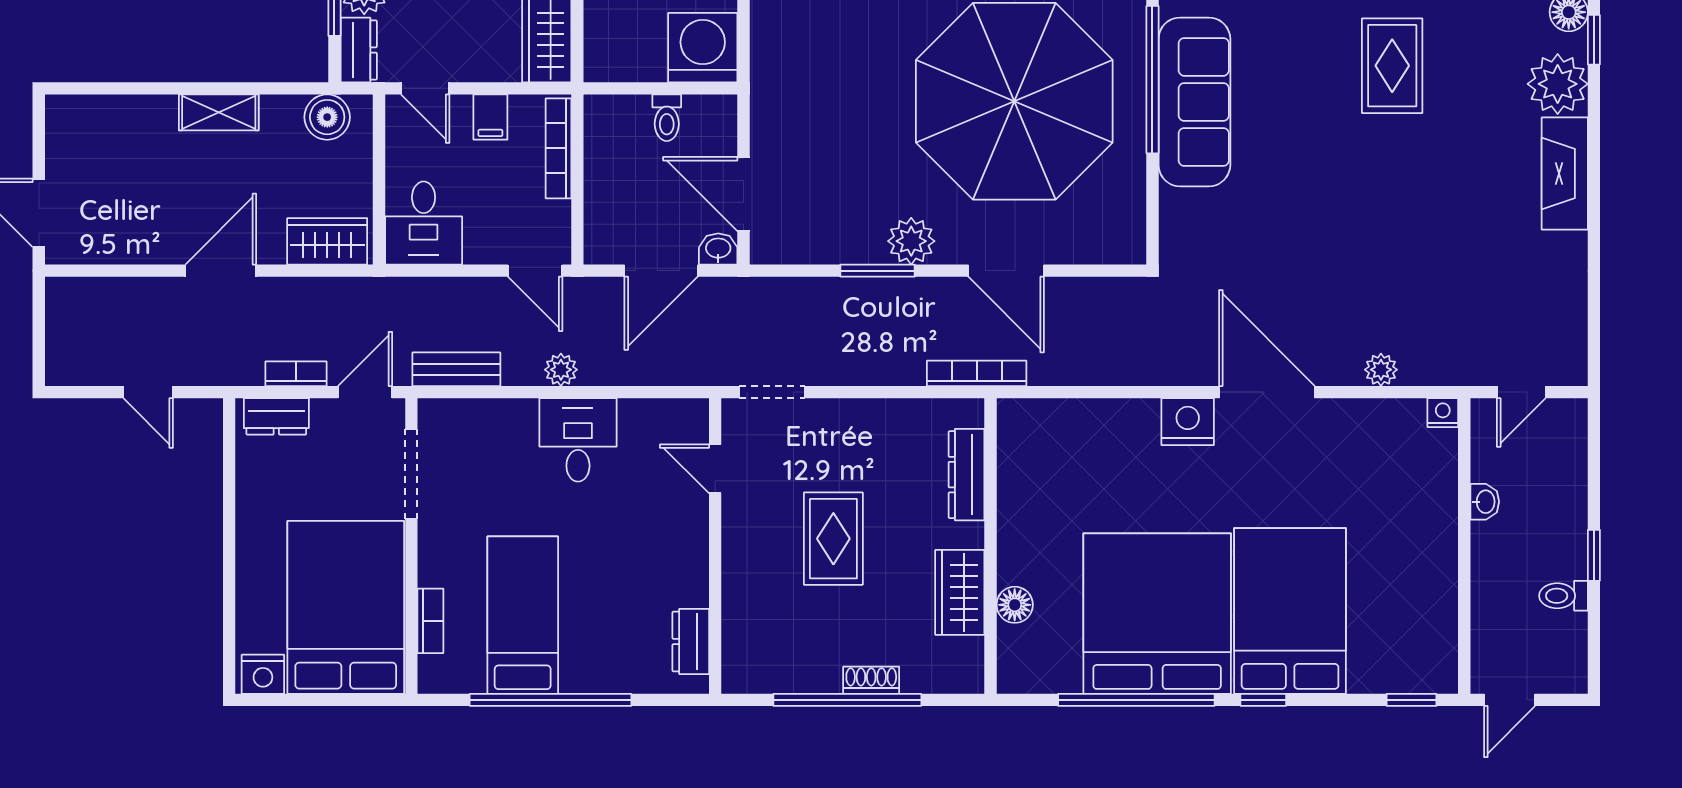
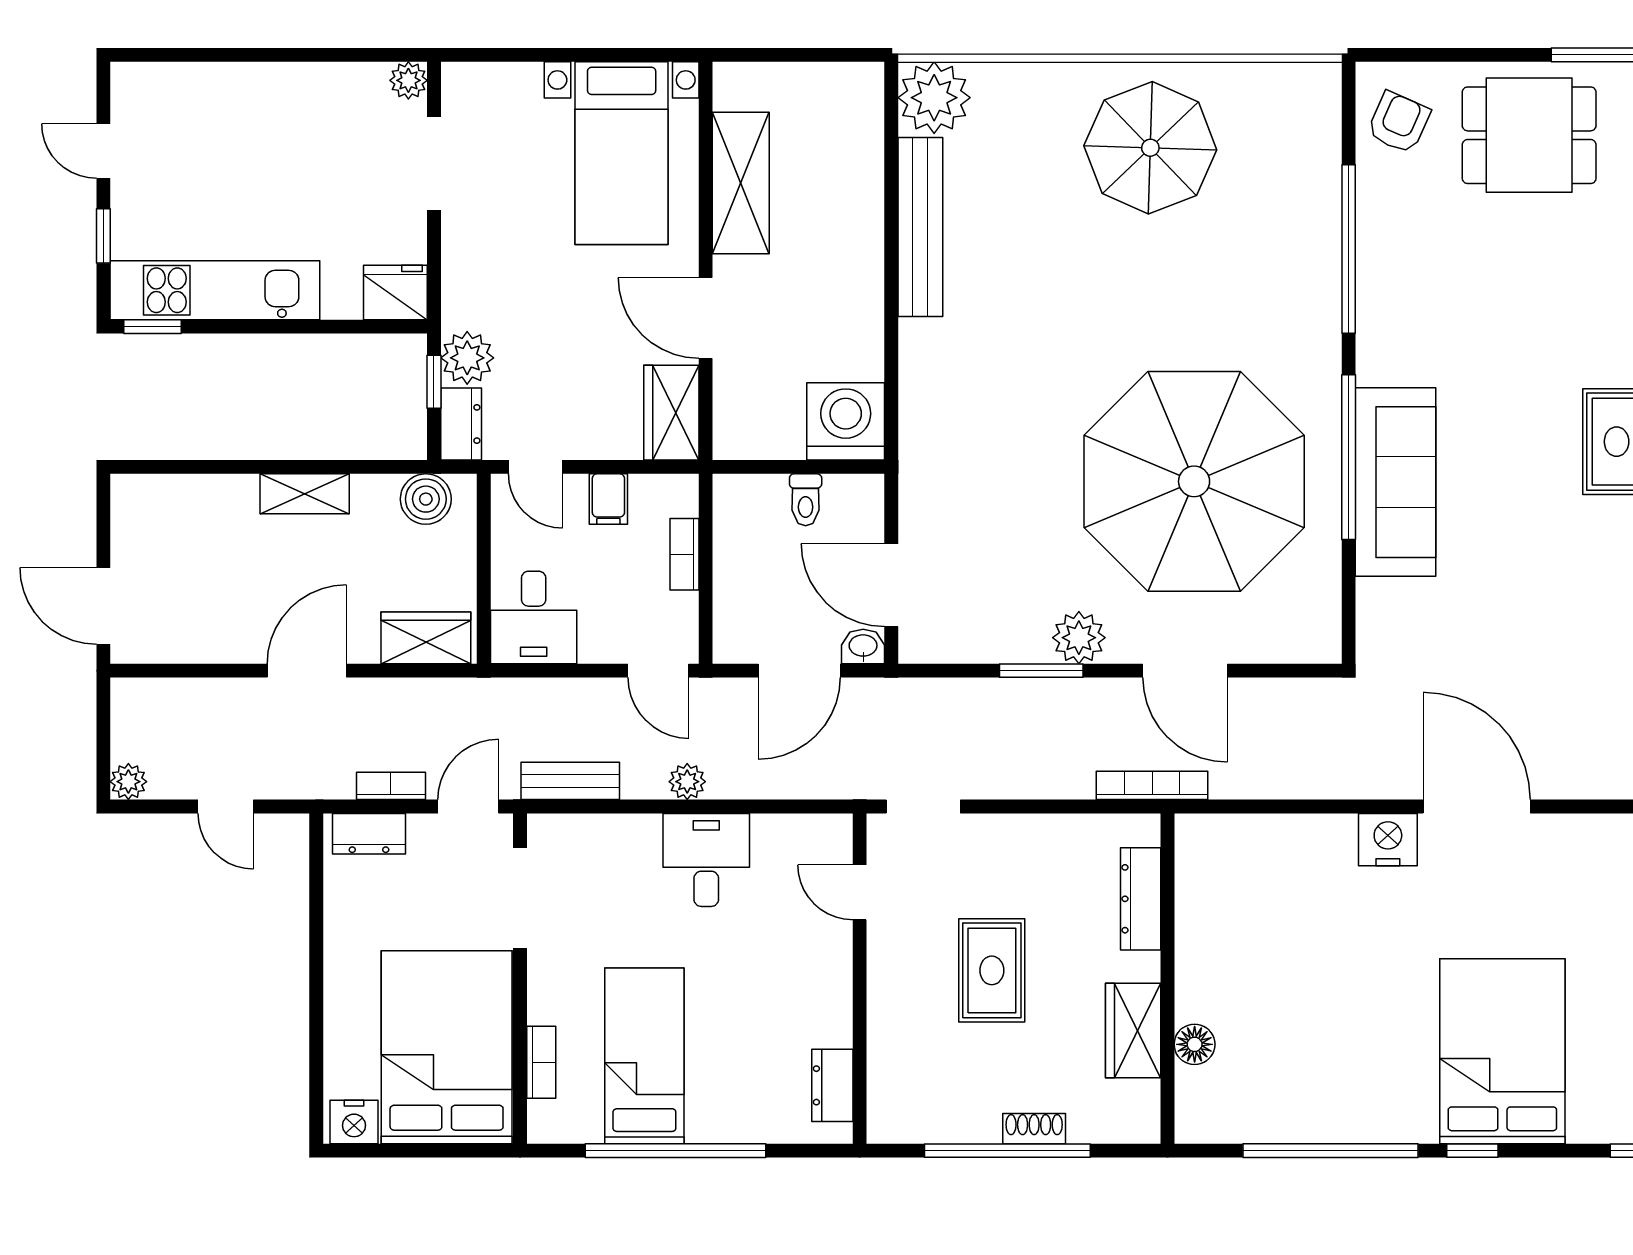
bookcase: (559, 148) -> (685, 554), width x0.64
plant: (1381, 370) -> (128, 782), moved
bed: (1157, 614) -> (1354, 1054), removed

